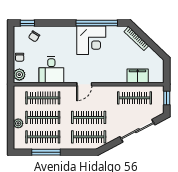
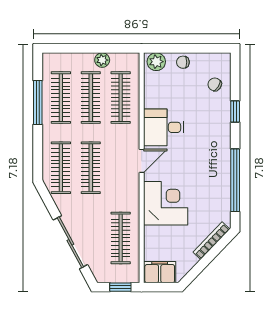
window: (27, 23) -> (235, 111), moved
corner desk: (91, 40) -> (166, 203), moved, turned 180
desk: (51, 70) -> (164, 127), moved
filing cabinet: (138, 76) -> (160, 272), moved, turned -90
door: (84, 84) -> (142, 161), swing flipped
plant: (18, 123) -> (102, 60), moved

